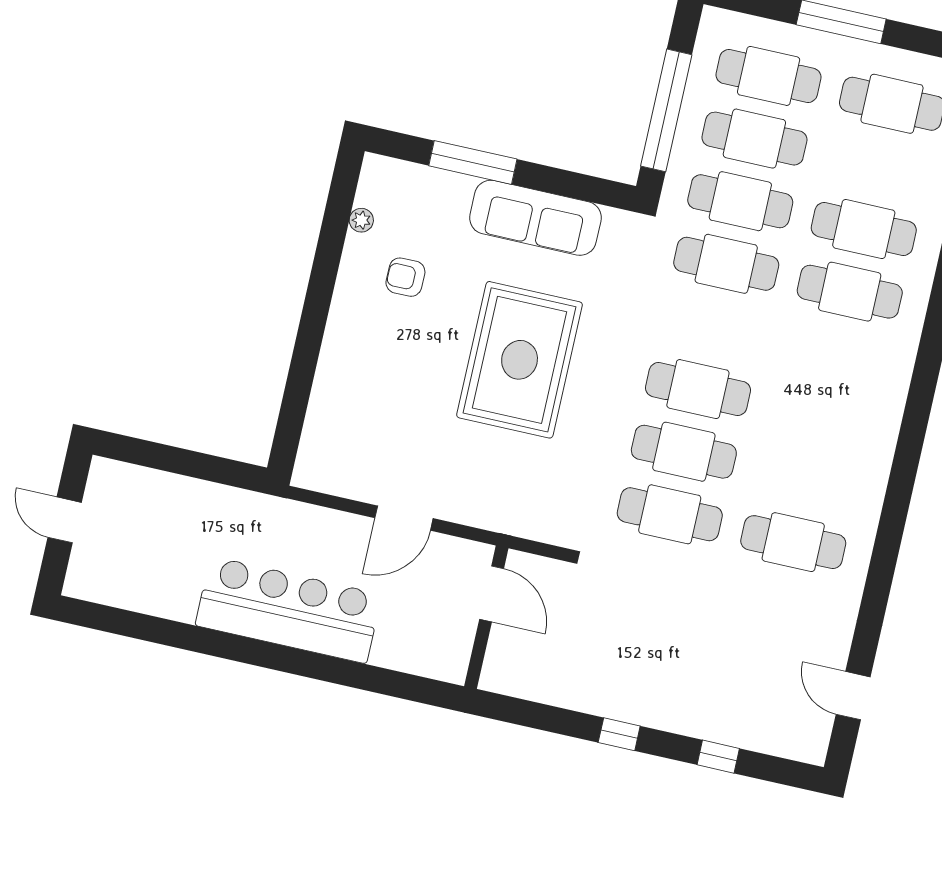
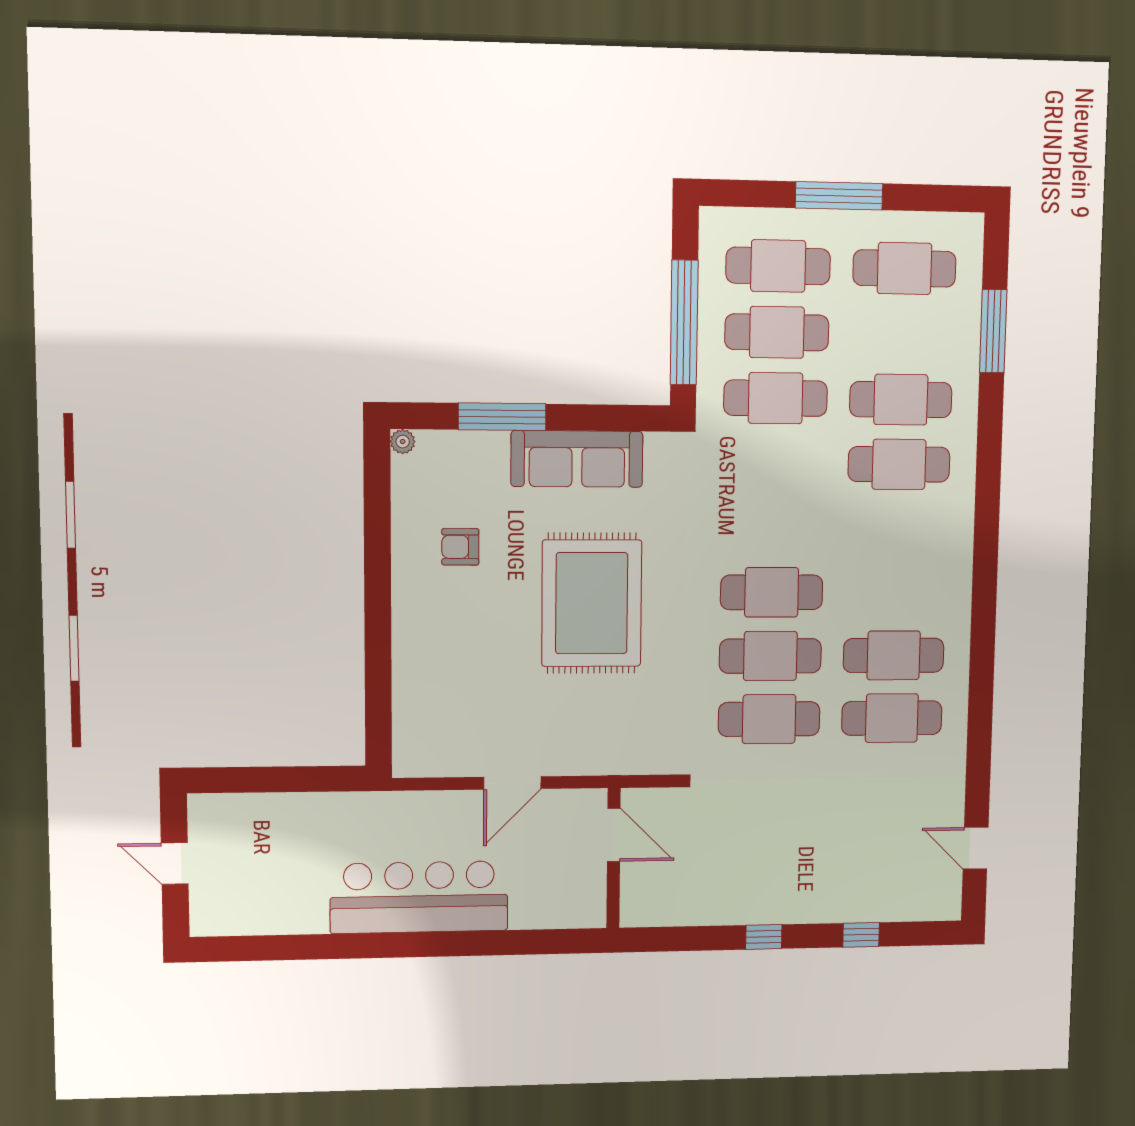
plant: (361, 220) -> (403, 442), moved
cafe table: (726, 264) -> (894, 655), moved

